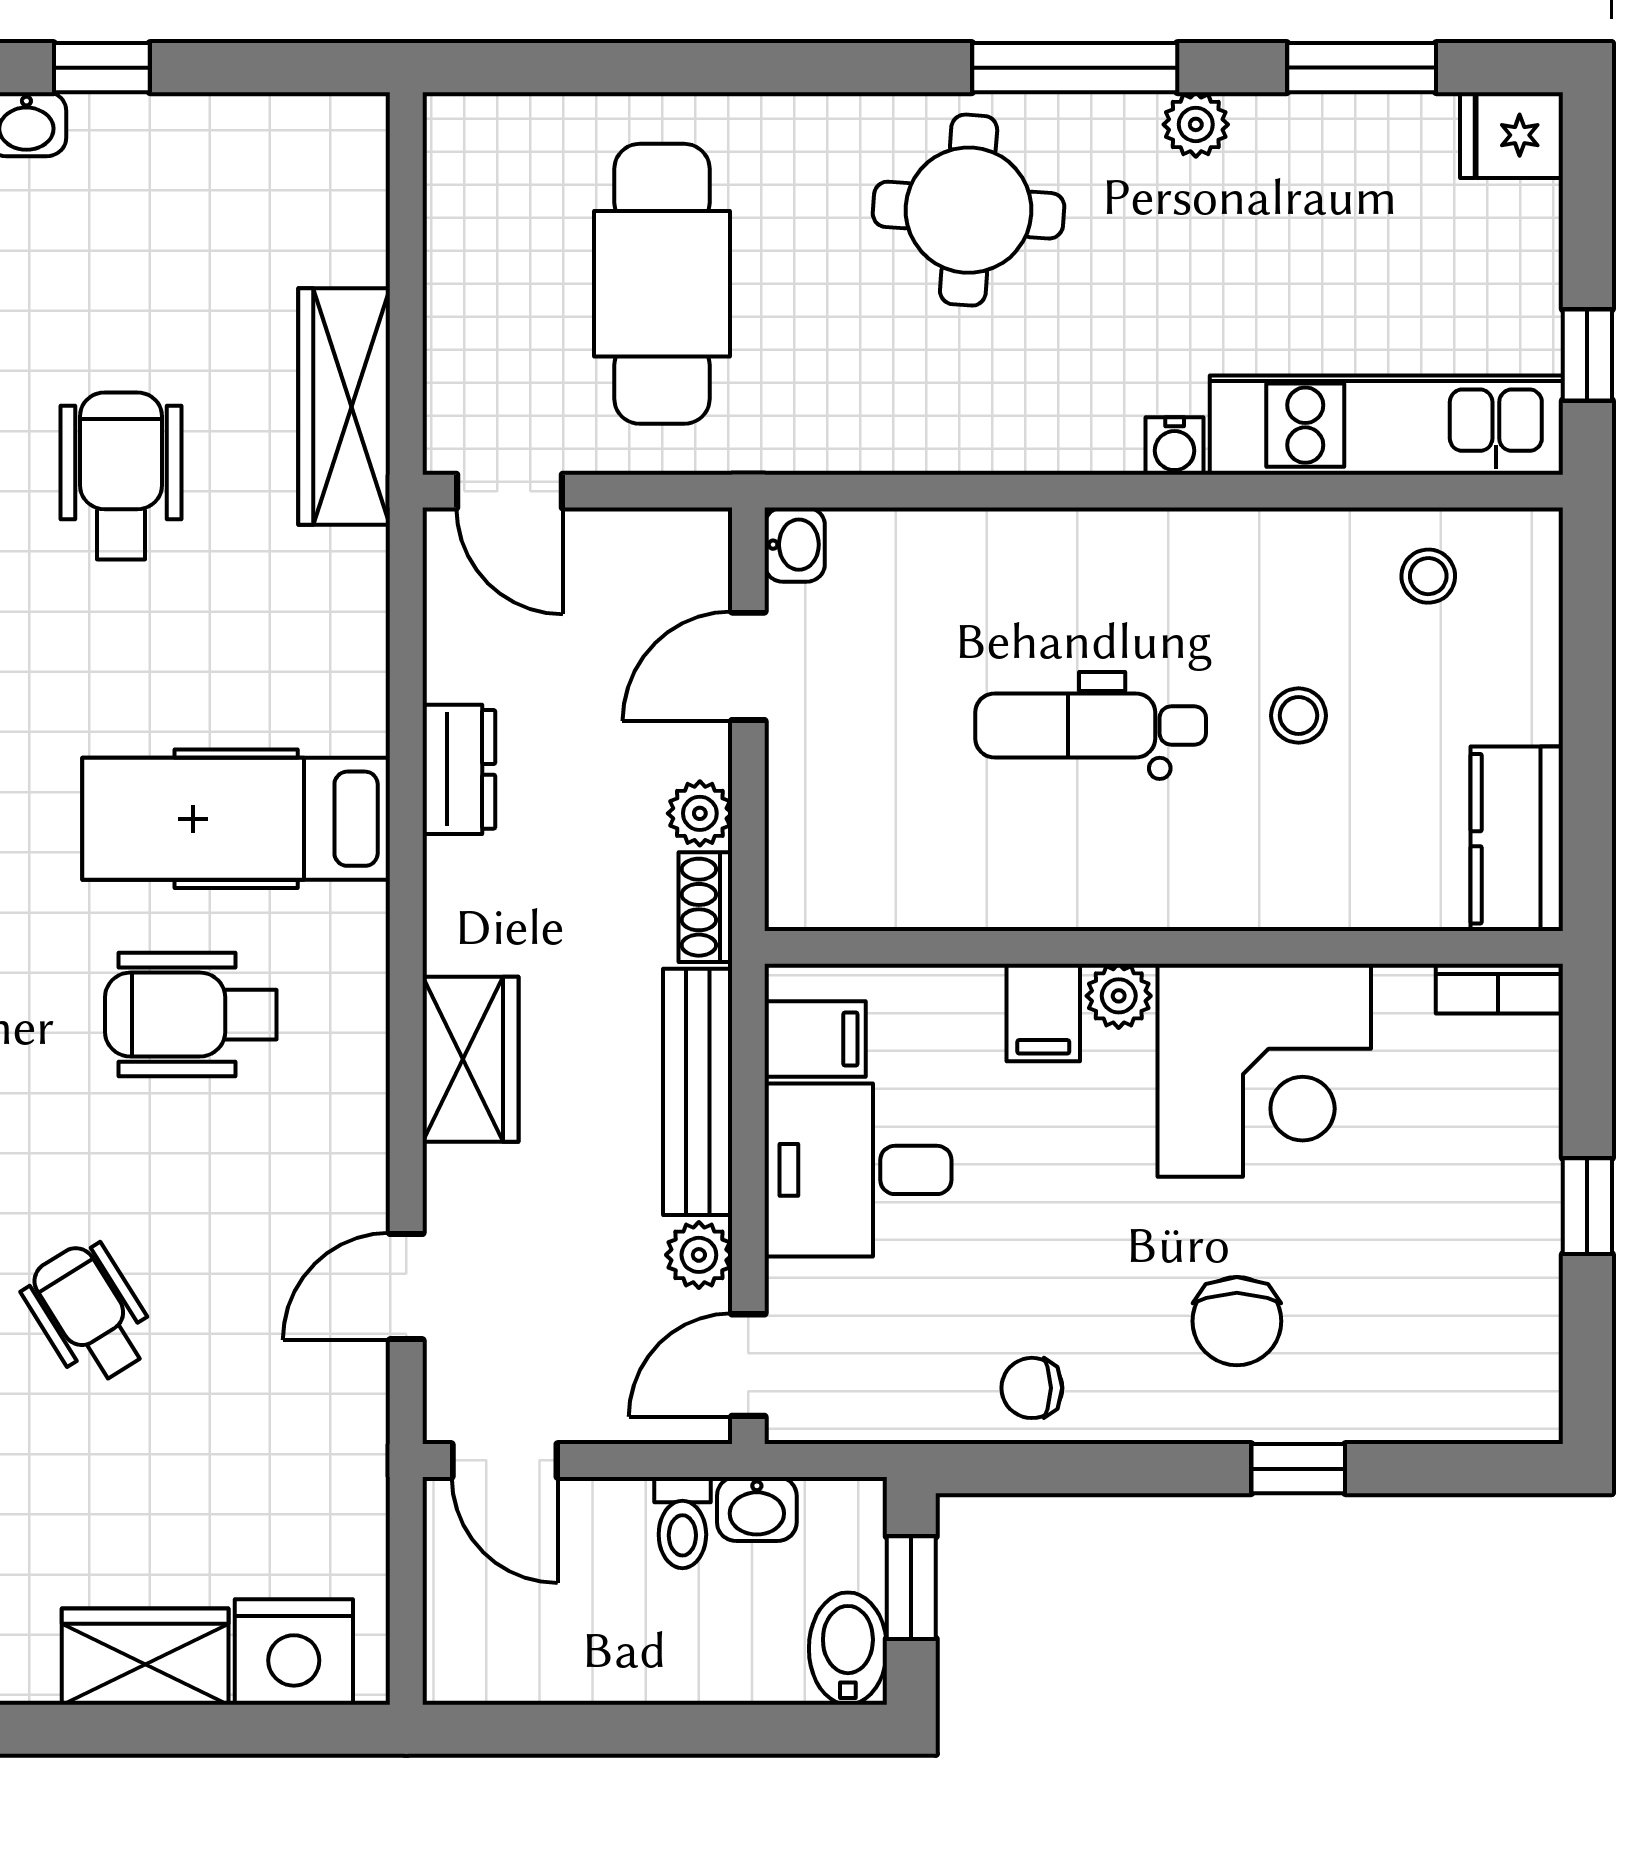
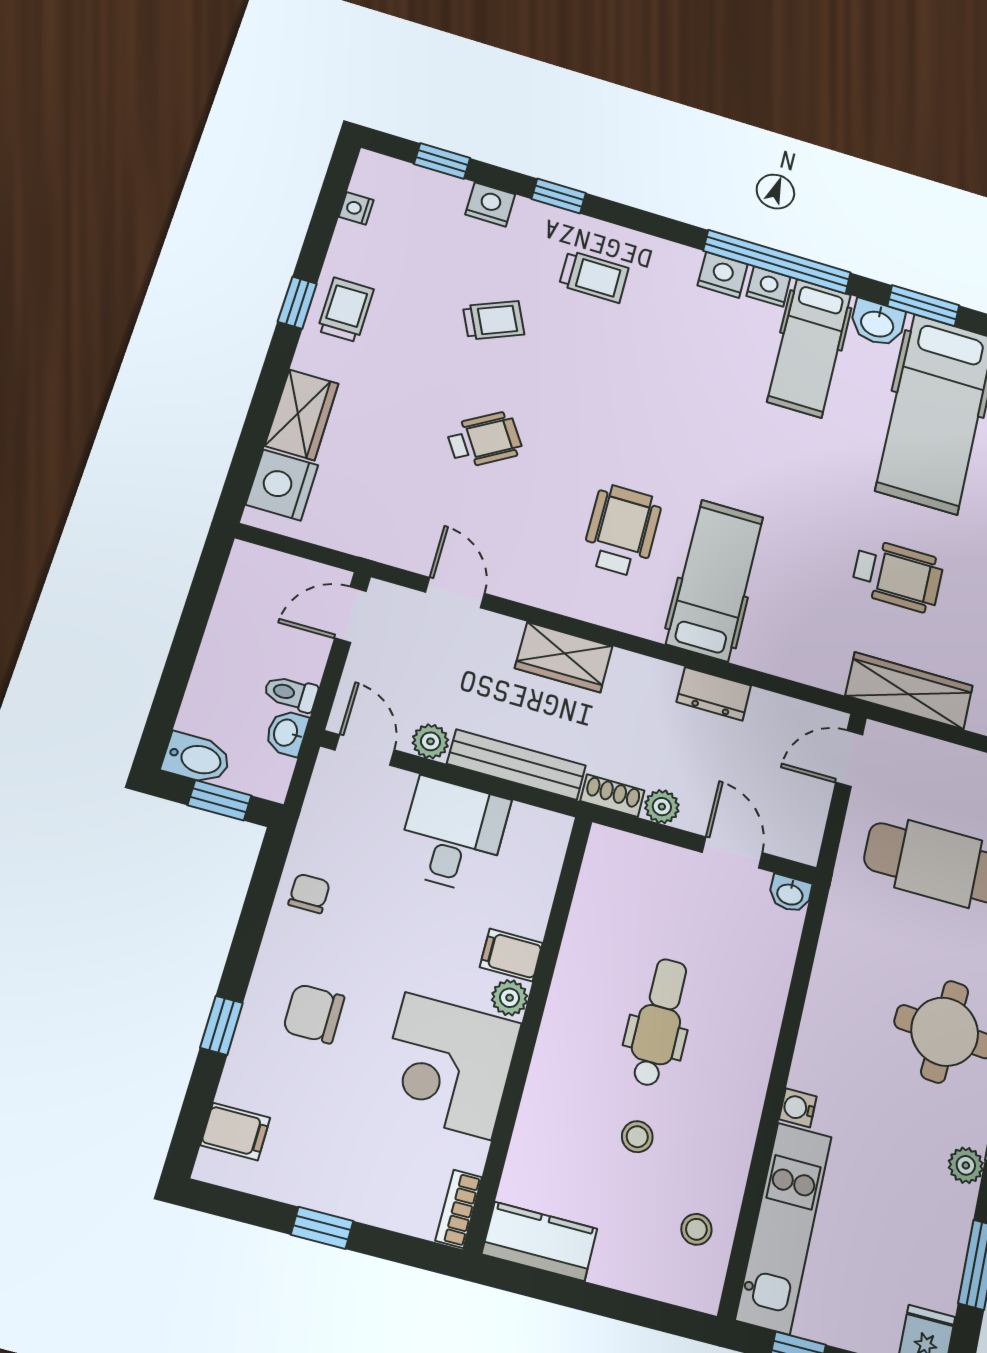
filing cabinet: (815, 1039) -> (235, 1132), moved, turned -90

